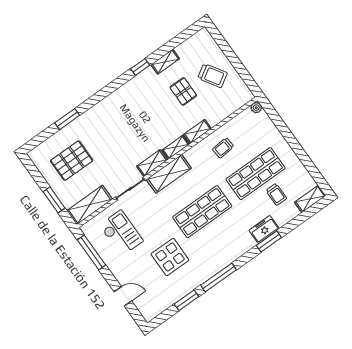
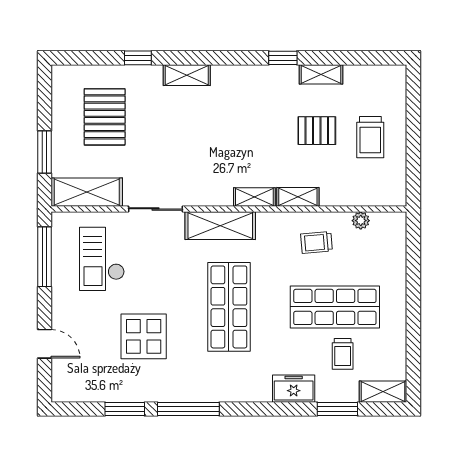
trolley: (212, 76) -> (370, 137), turned 32
pallet: (183, 91) -> (317, 131), turned 90
plant: (256, 108) -> (361, 221), moved
window: (67, 119) -> (138, 58), width x0.67
pallet: (72, 161) -> (105, 117), turned 90
shelving: (152, 163) -> (187, 75), moved
shop shelf: (202, 212) -> (229, 307), turned 90
checkout: (121, 233) -> (102, 259), turned 180
window: (269, 242) -> (337, 409), moved

